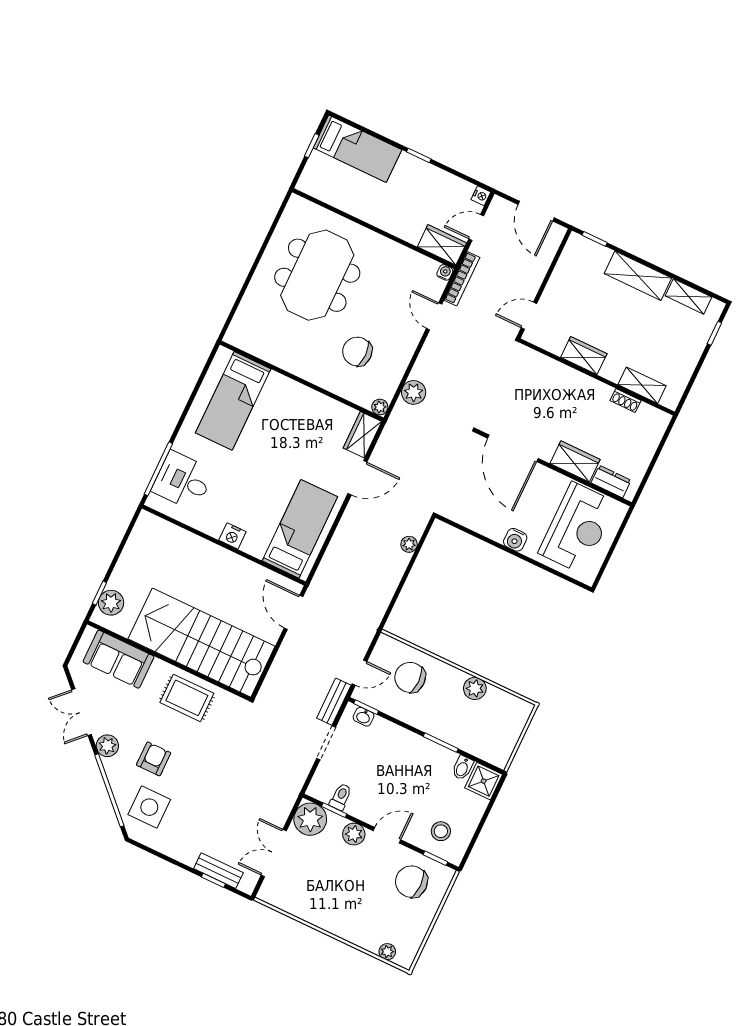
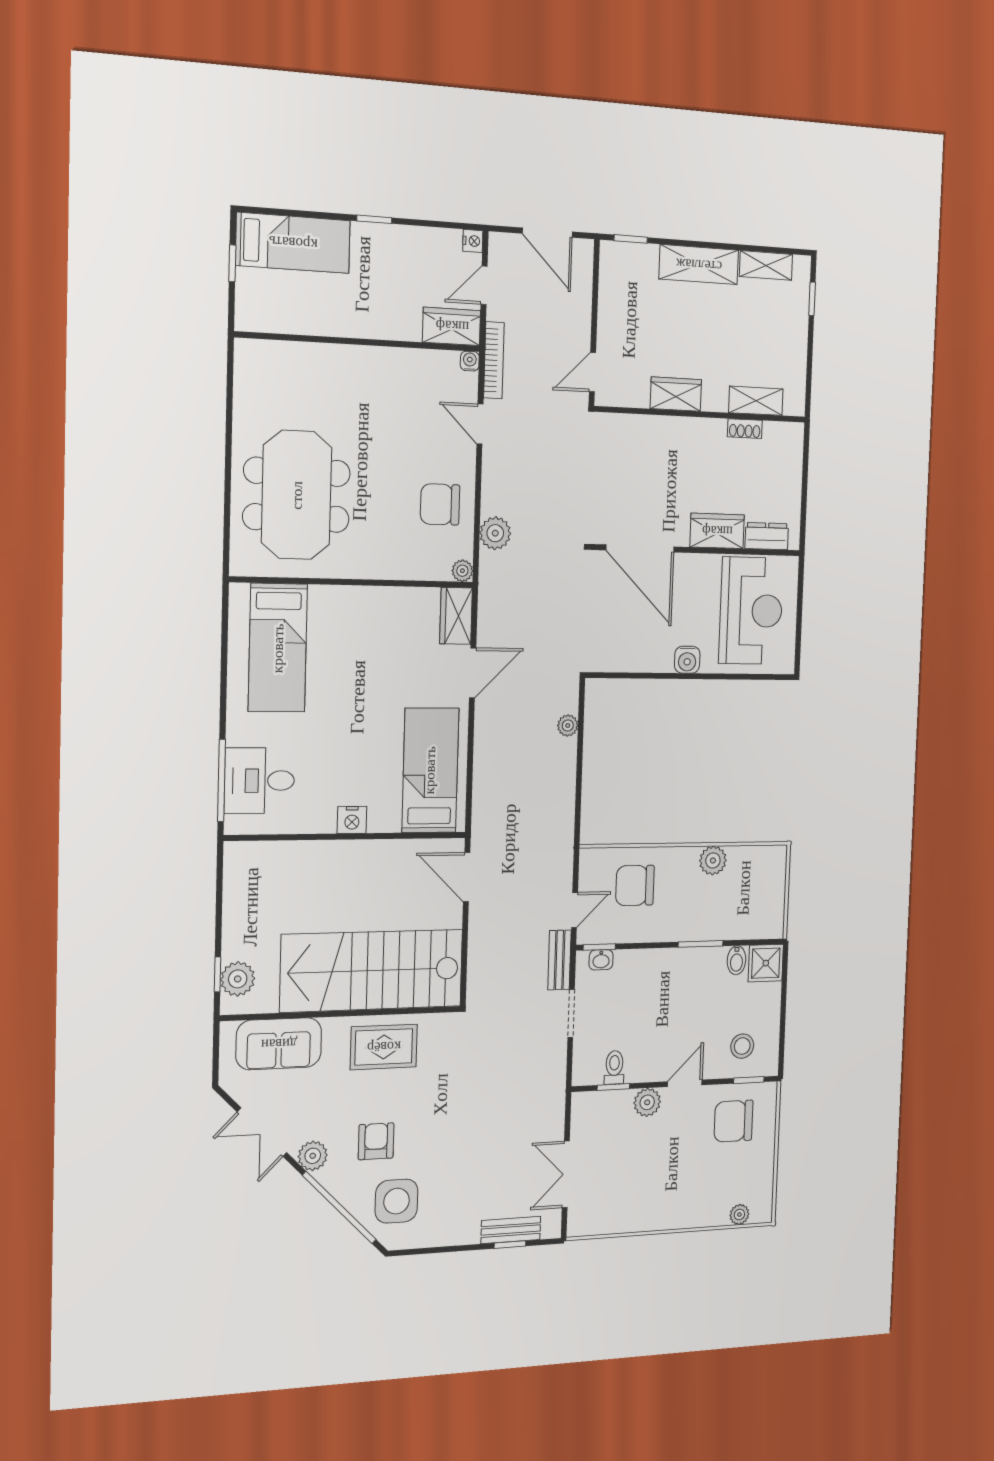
meeting table: (317, 275) -> (297, 495), moved
chair: (357, 352) -> (440, 504), moved
plant: (310, 819) -> (591, 1112), removed

